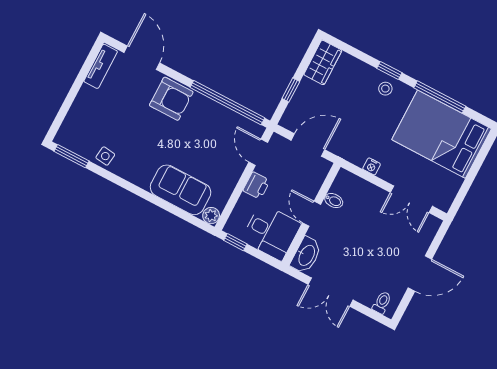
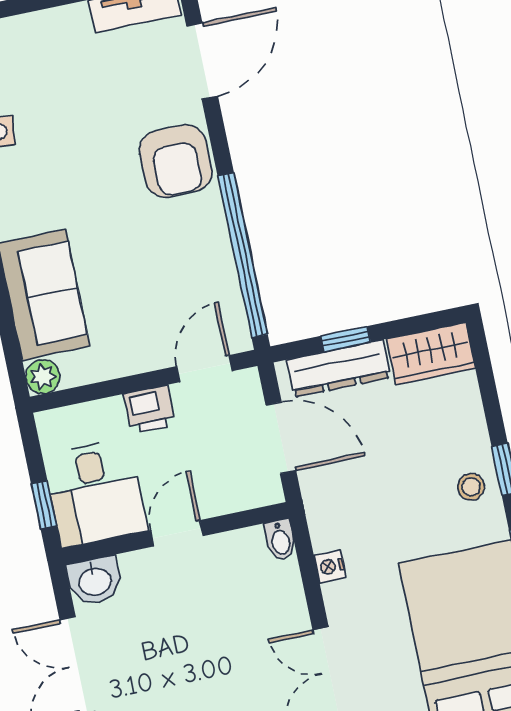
dresser: (300, 102) -> (339, 369), added
bidet: (334, 201) -> (280, 540), moved
window: (235, 242) -> (44, 505), moved
washbasin: (306, 255) -> (95, 581), width x0.72

